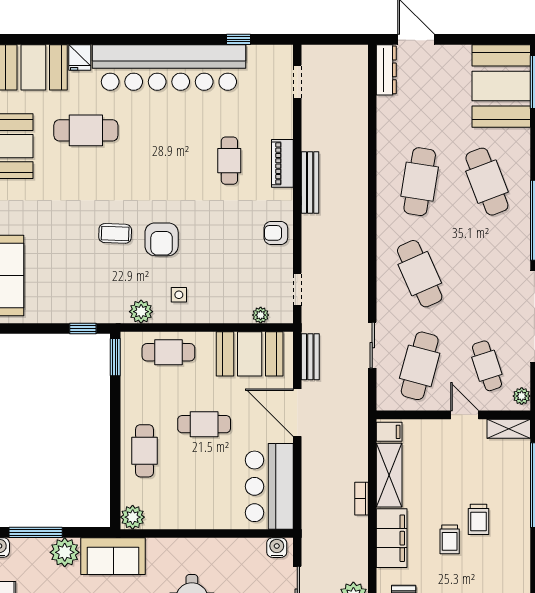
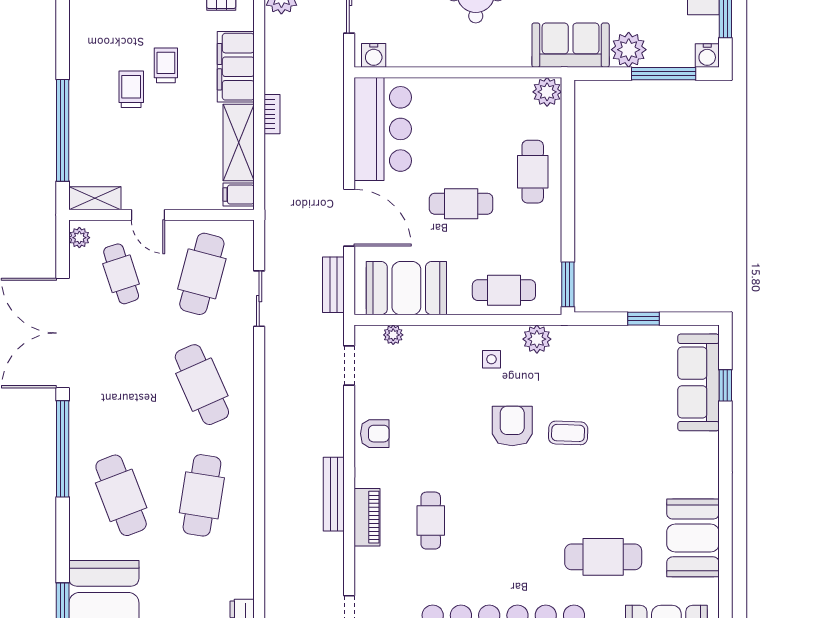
window: (83, 329) -> (643, 319), moved

